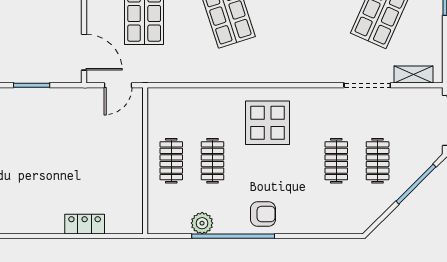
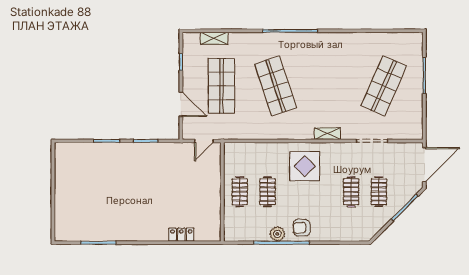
door: (84, 52) -> (181, 104), moved
shelving: (413, 75) -> (327, 134), moved
armchair: (263, 214) -> (302, 228), turned 180
plant: (202, 223) -> (277, 234), moved

